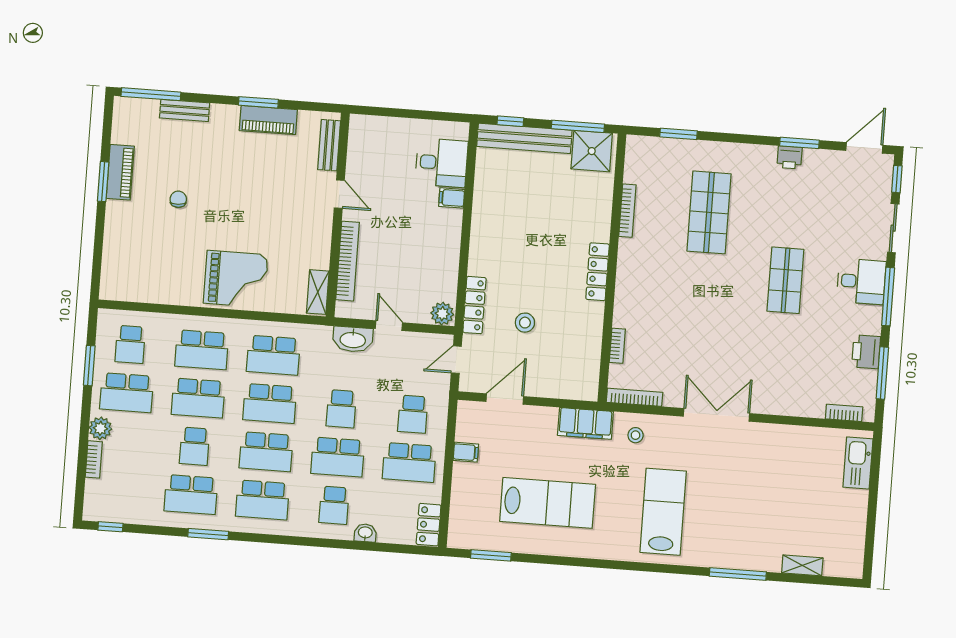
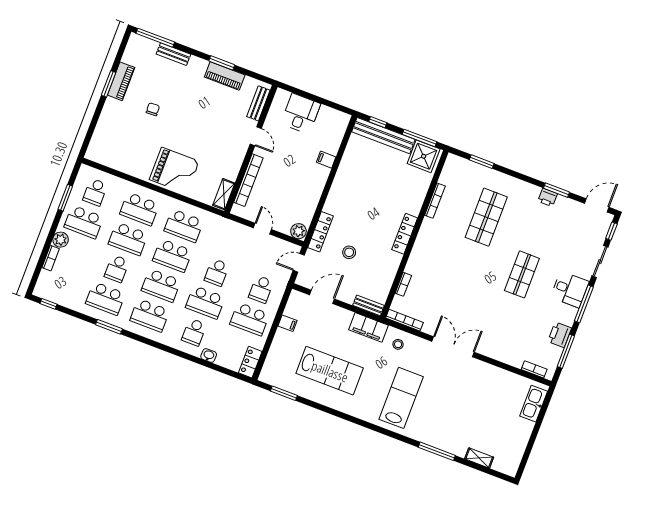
desk: (442, 163) -> (301, 114), moved, turned -90
washbasin: (353, 339) -> (237, 231), removed
bench: (576, 391) -> (368, 305), added

